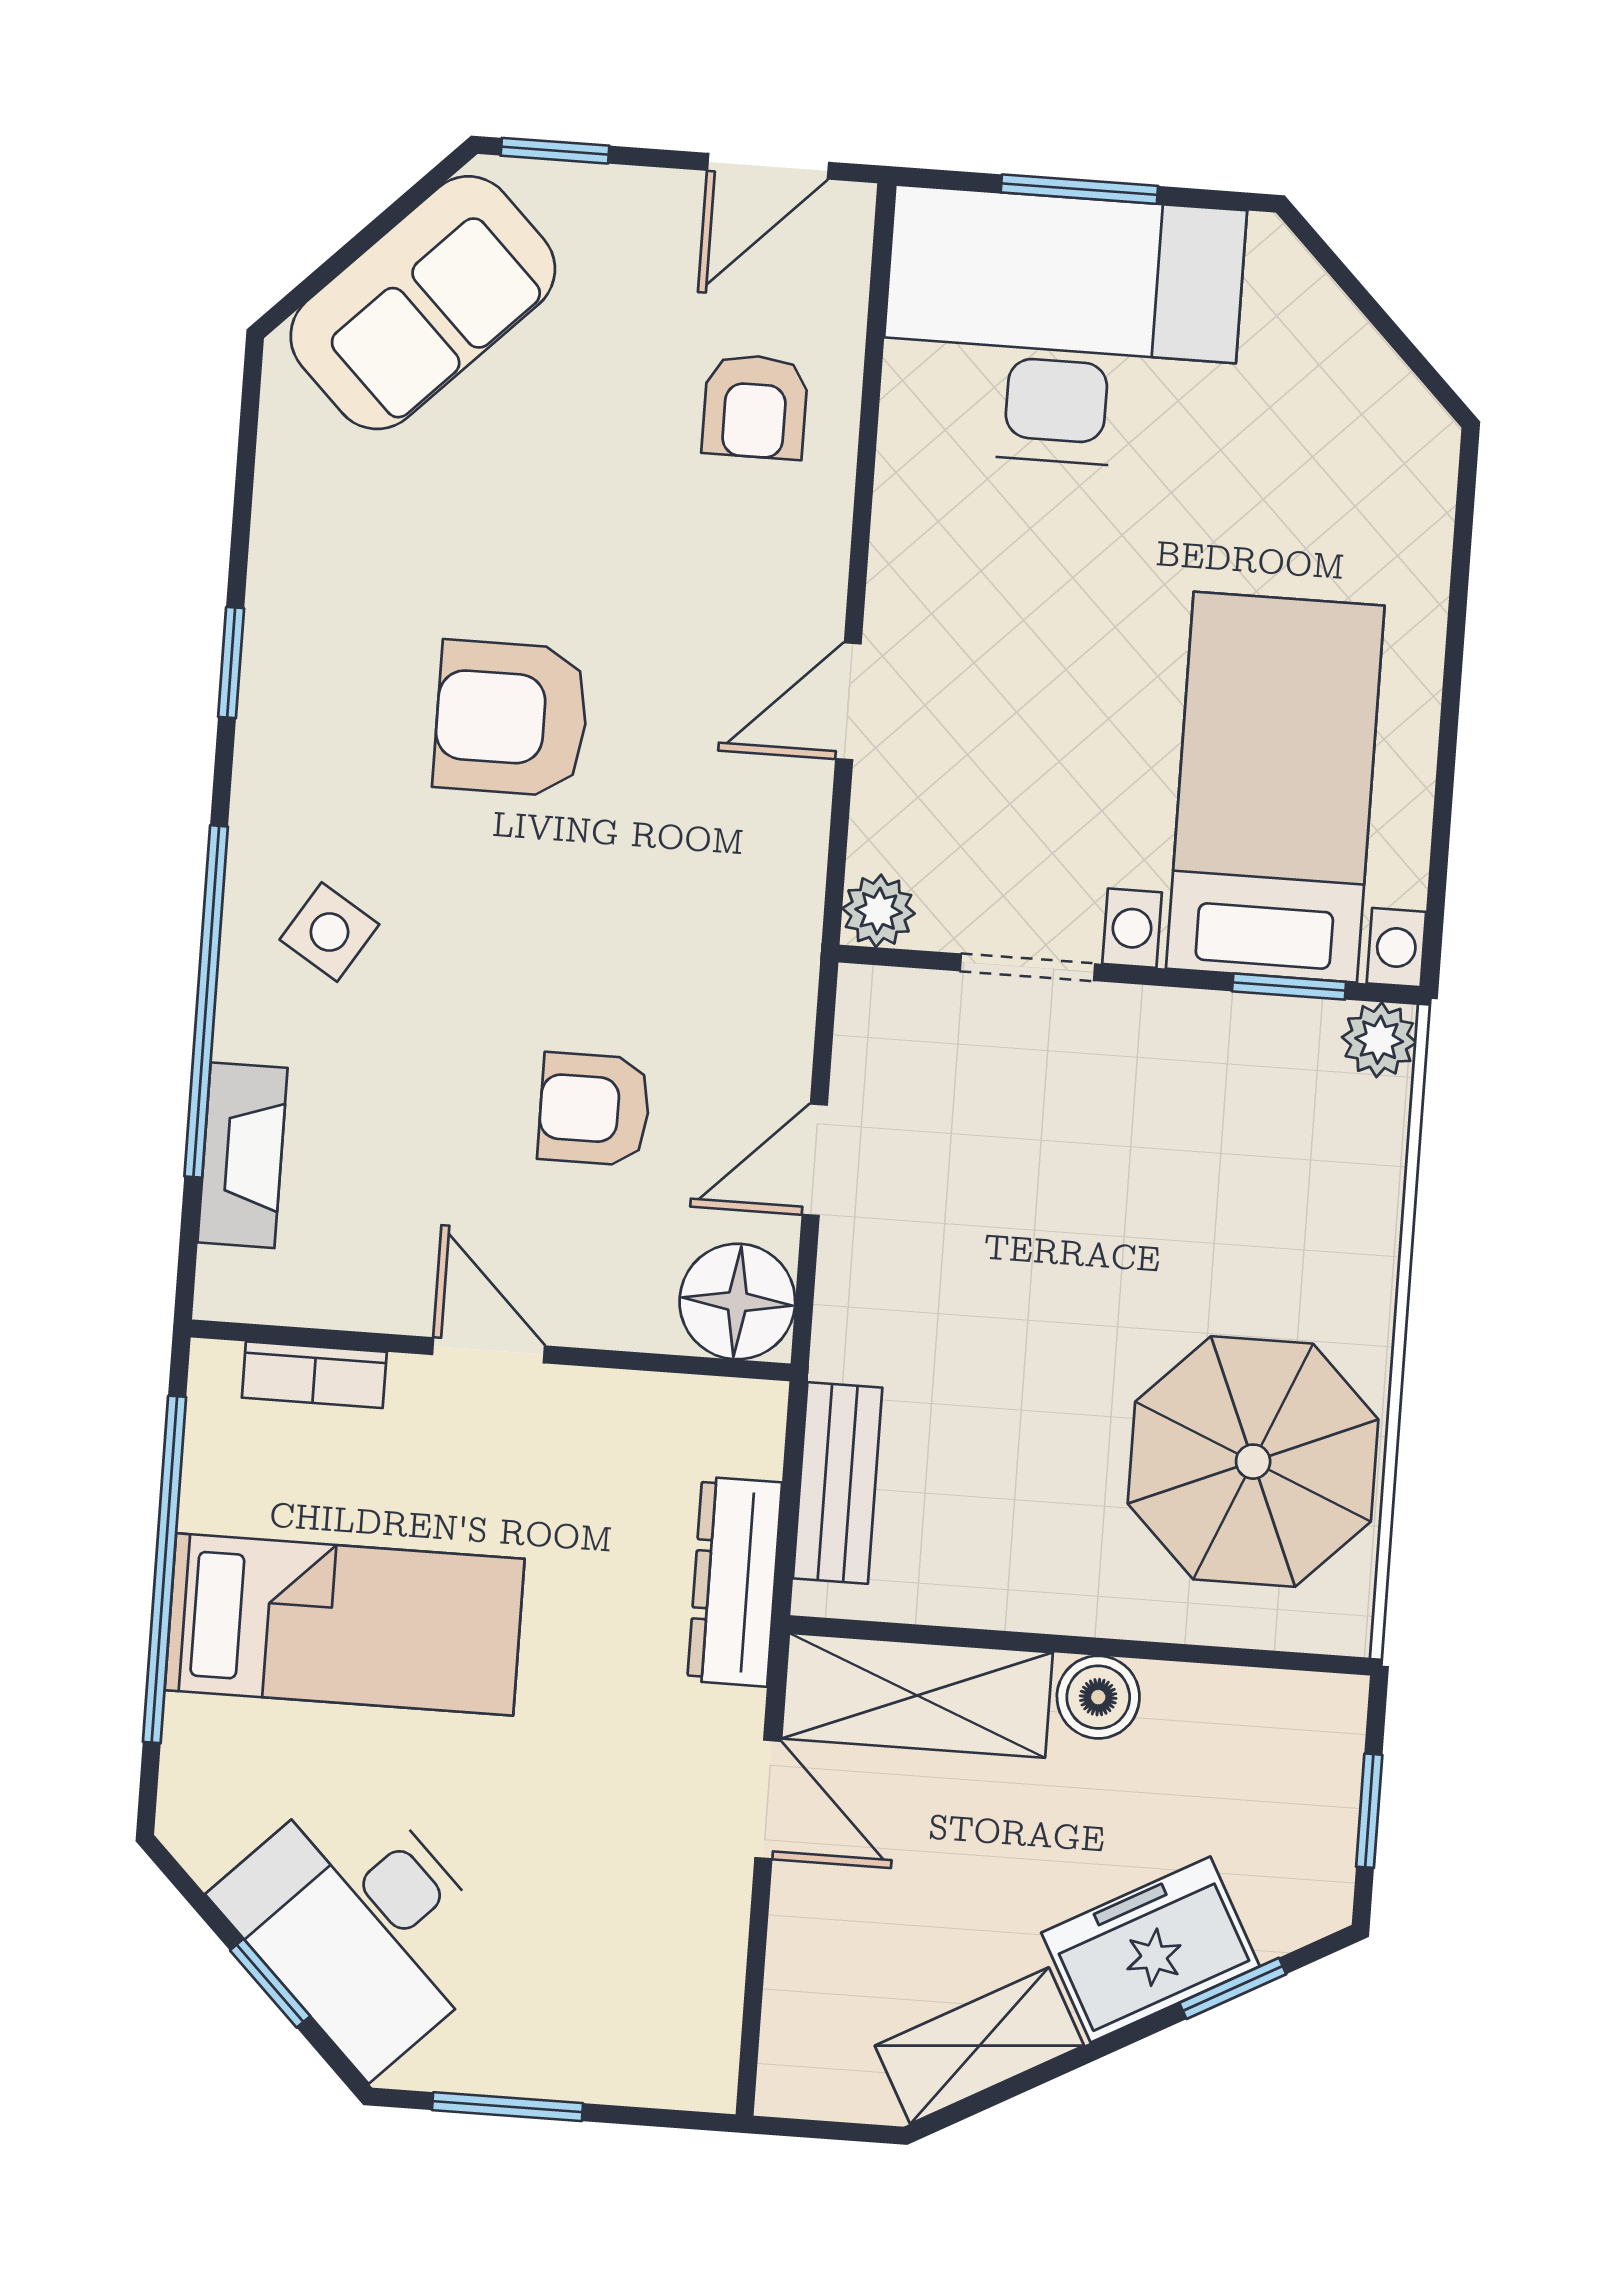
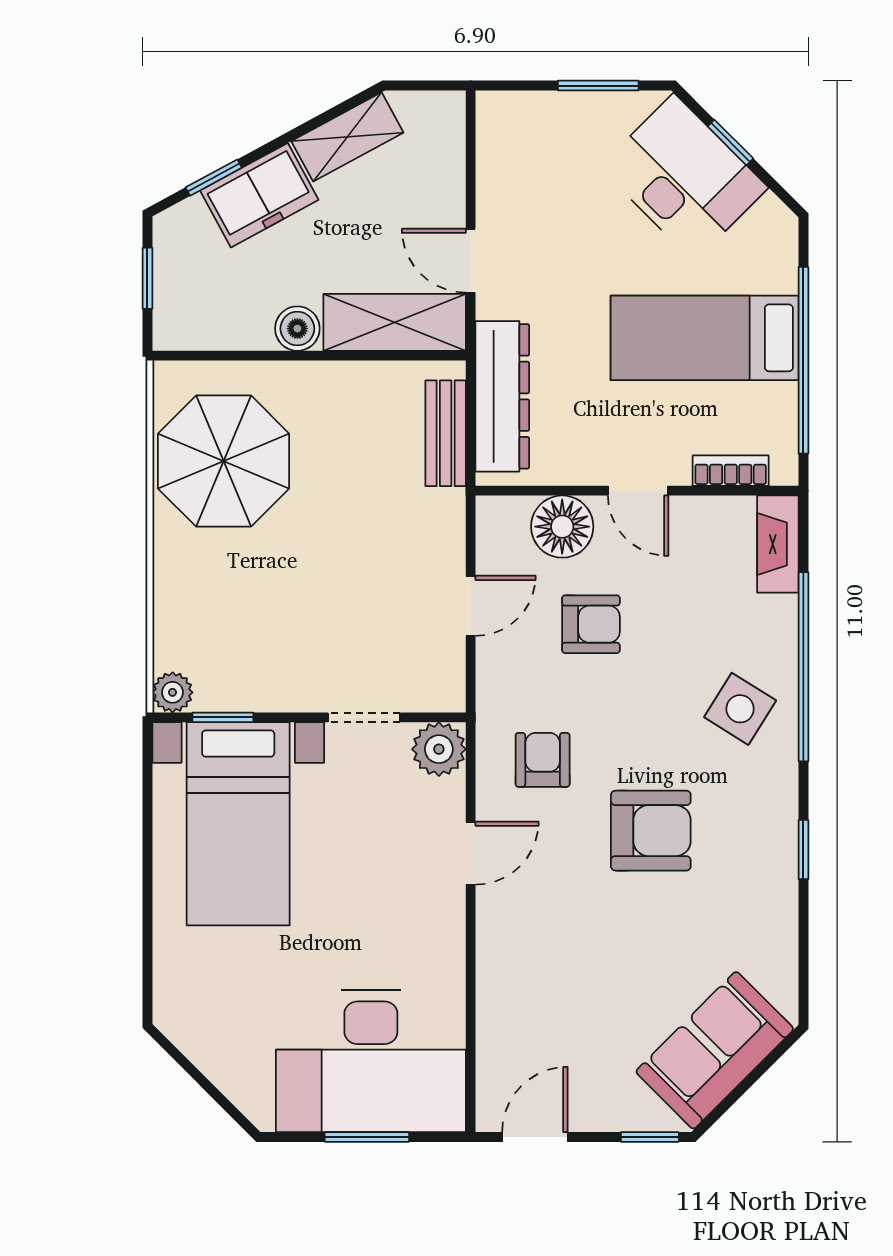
armchair: (755, 406) -> (543, 760), moved
plant: (879, 911) -> (439, 749), width x1.38, depth x1.38
side table: (329, 932) -> (740, 709), width x1.37, depth x1.37
fireplace: (243, 1155) -> (778, 544), moved
floor lamp: (737, 1302) -> (562, 527), moved
dresser: (735, 1582) -> (502, 396), width x1.37, depth x1.24

